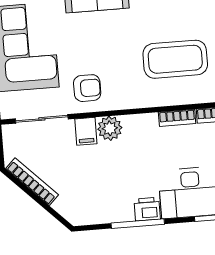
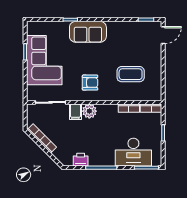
coffee table: (175, 59) -> (131, 74), width x0.73, depth x0.76
armchair: (87, 88) -> (90, 83), moved
printer: (147, 209) -> (81, 160), moved

